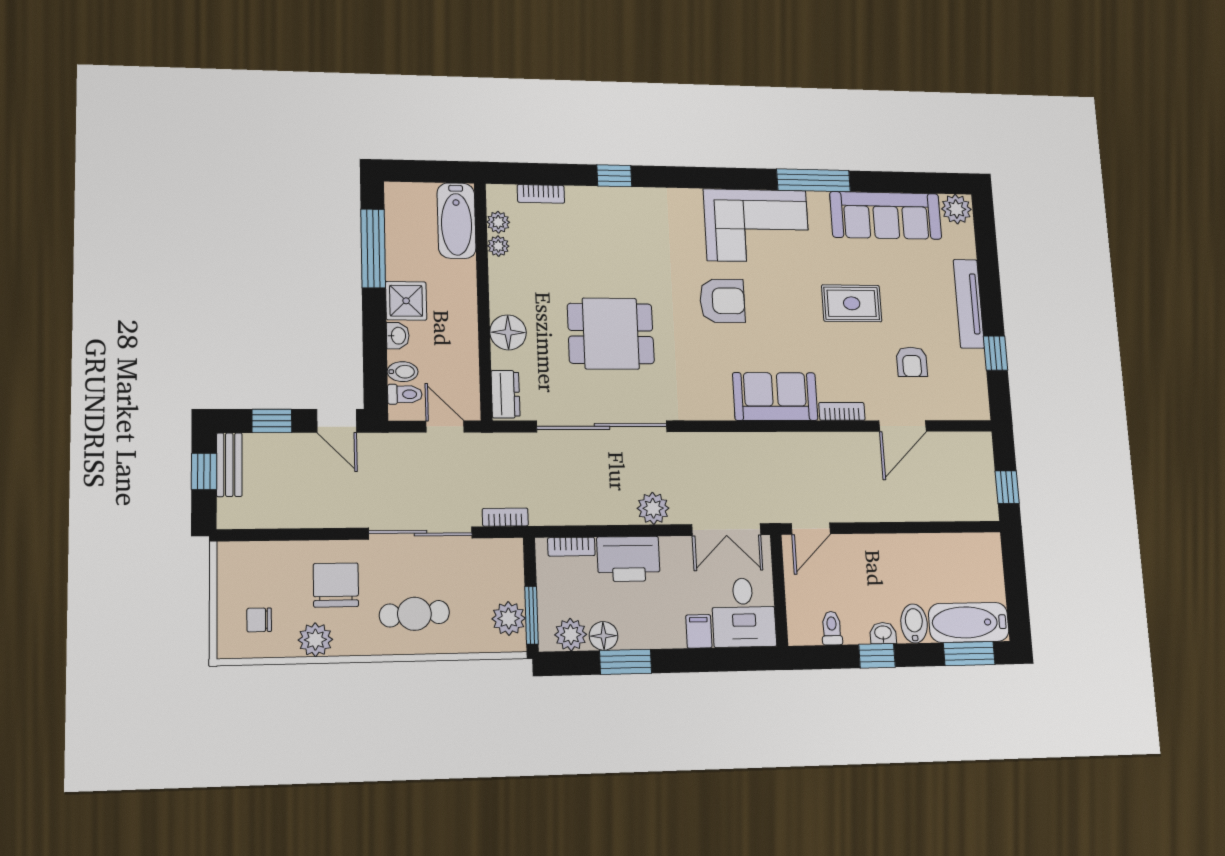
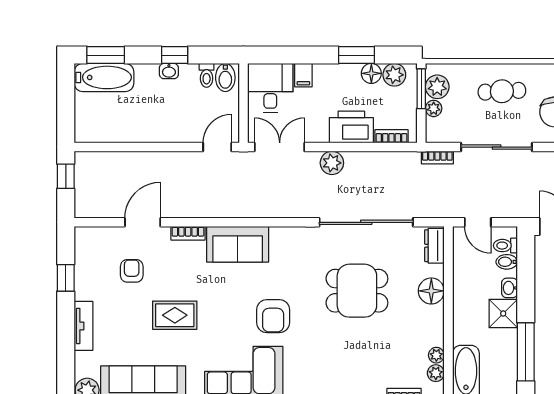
armchair: (722, 301) -> (273, 316), turned -90
tv unit: (969, 304) -> (83, 326), width x0.71
plant: (513, 587) -> (434, 108), added
bidet: (914, 623) -> (225, 78), moved

